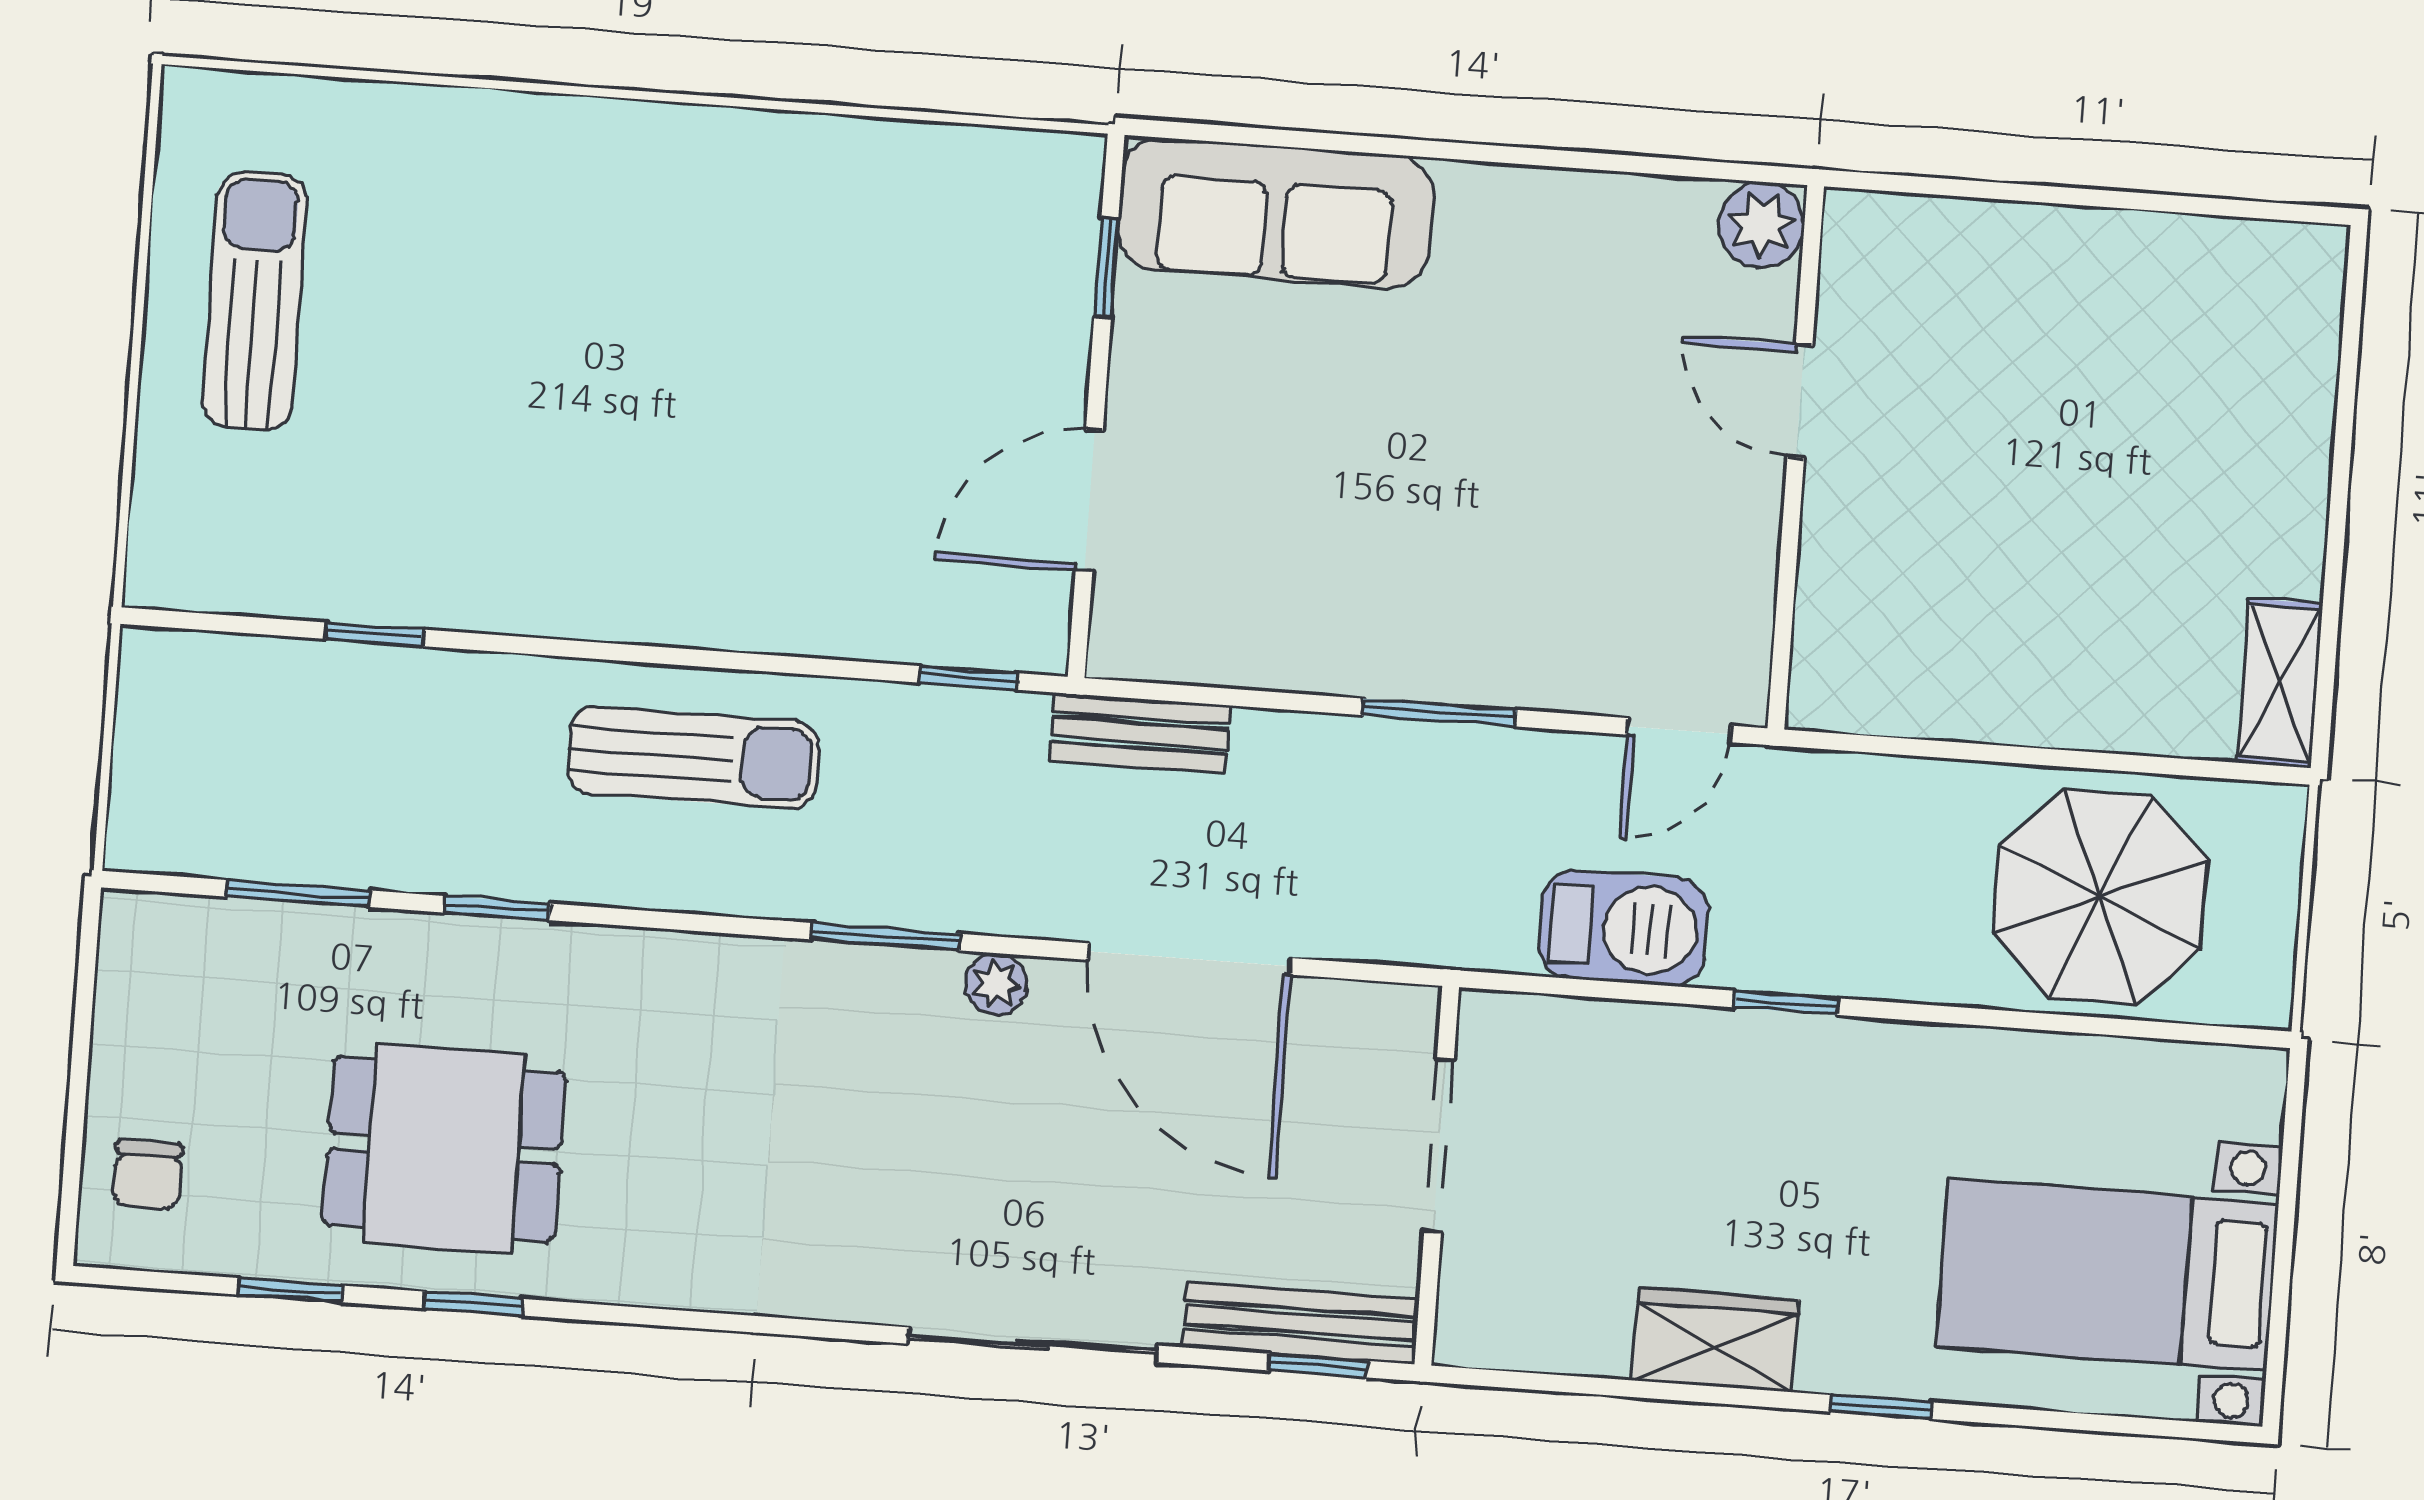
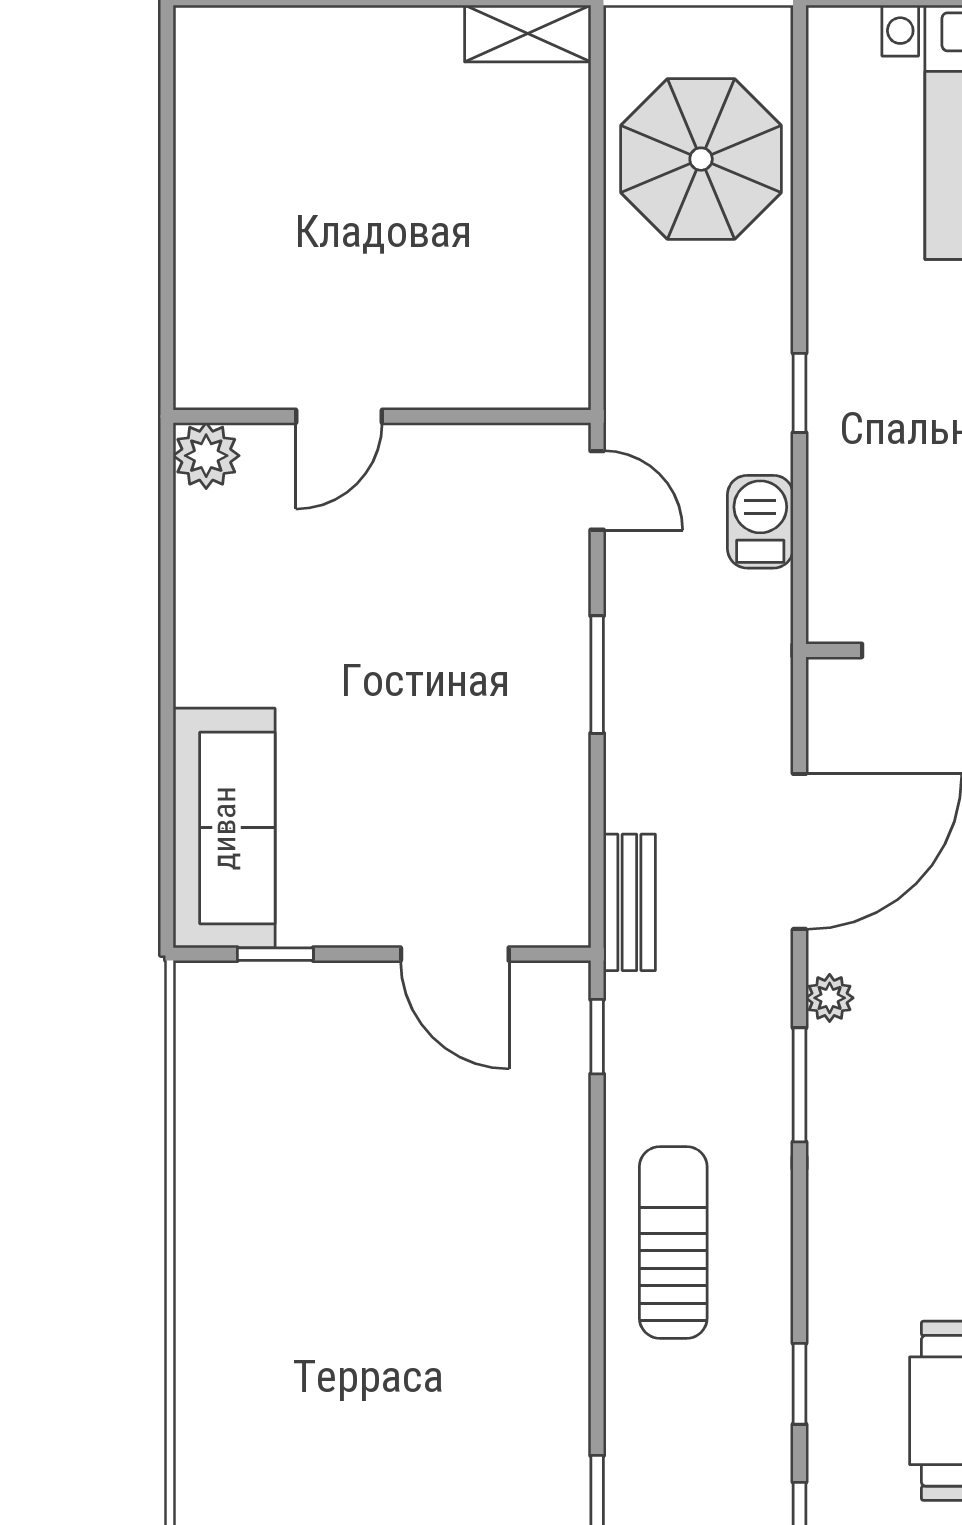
barbecue: (1623, 928) -> (760, 522), width x0.73, depth x0.79

